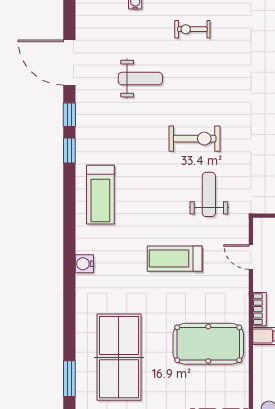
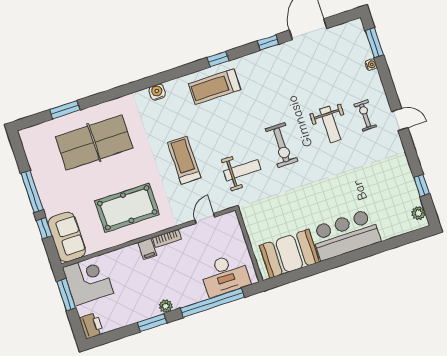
weight bench: (140, 79) -> (330, 124), moved
window: (69, 150) -> (218, 59), moved
pool table: (208, 344) -> (127, 208), turned 90

